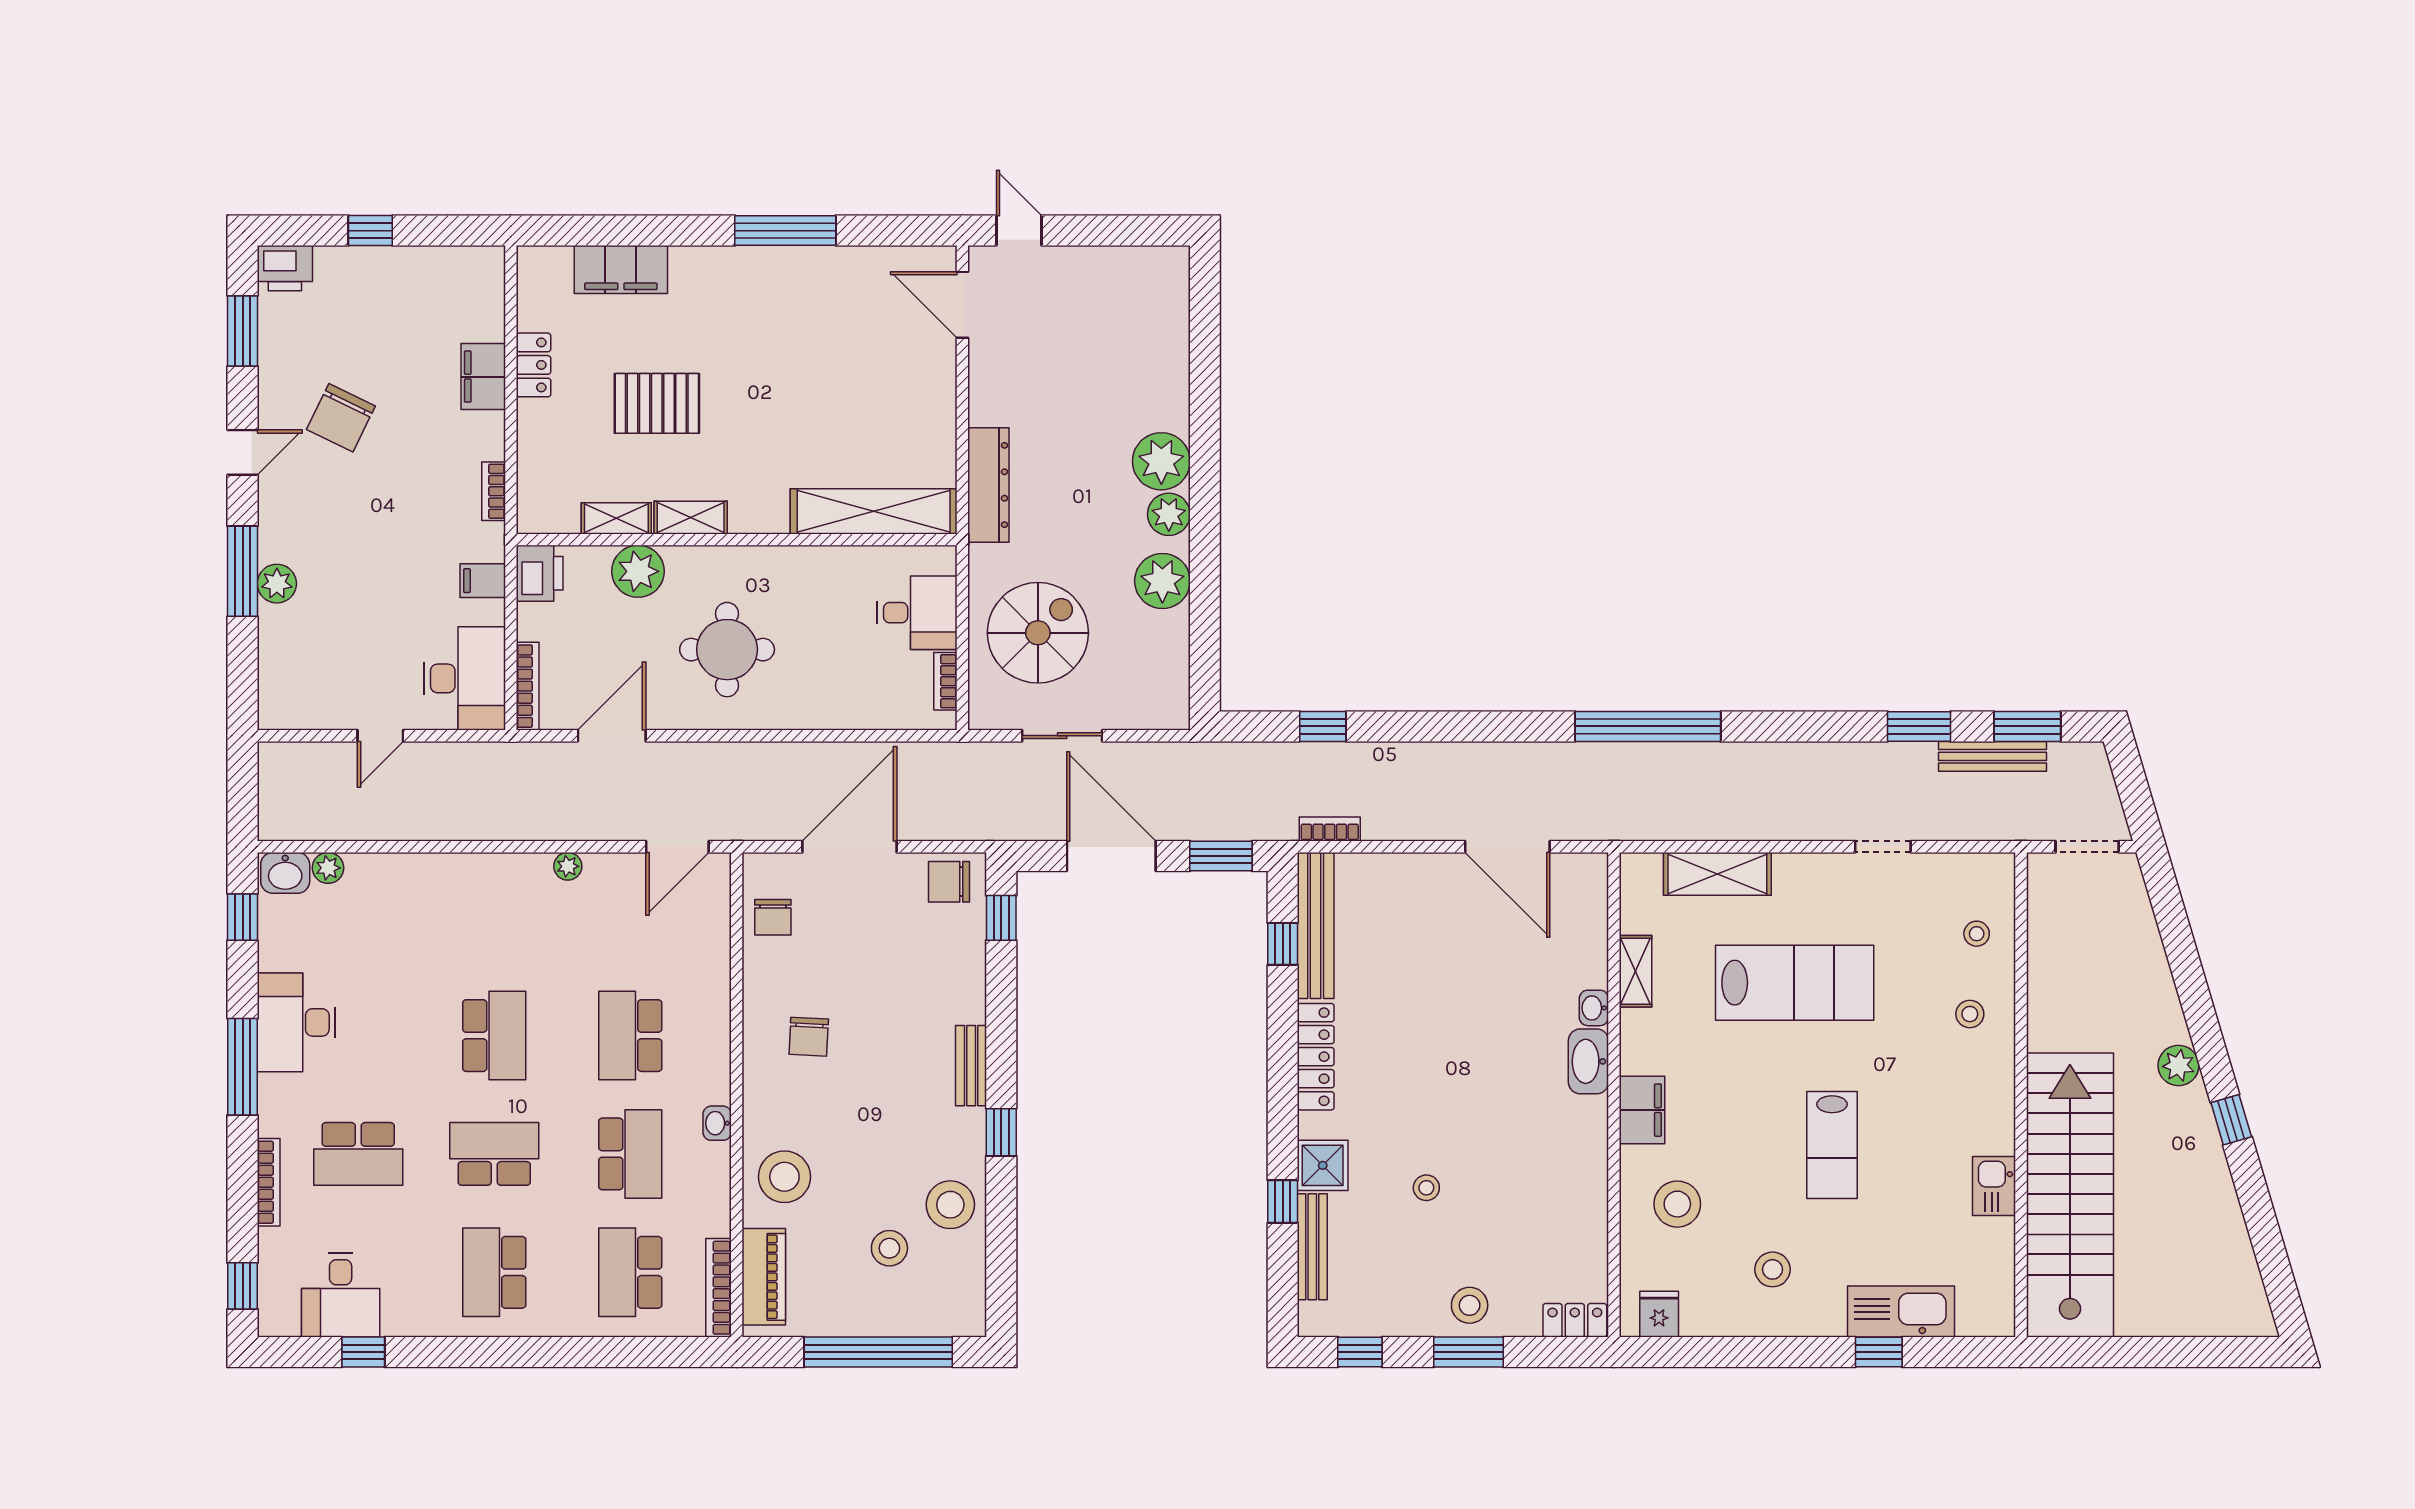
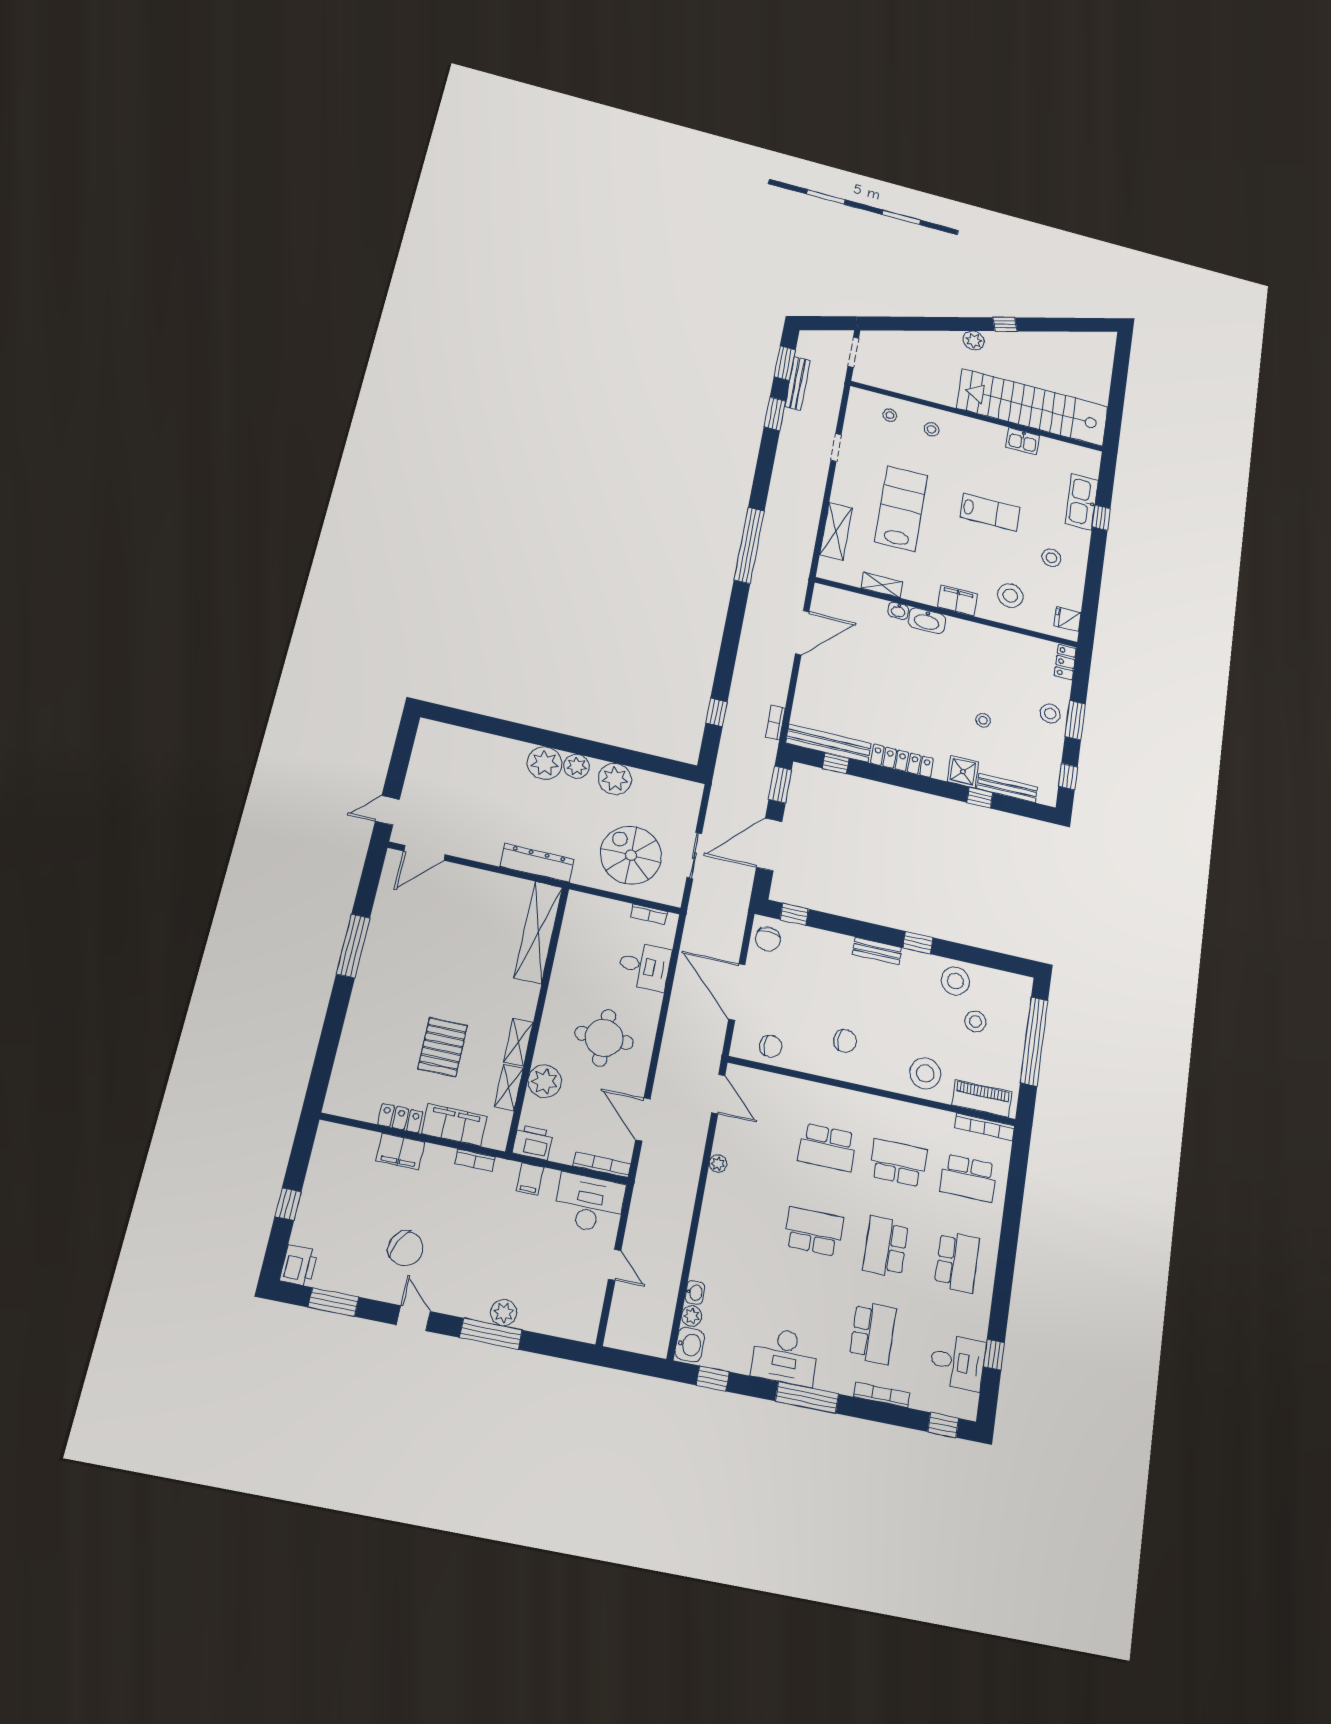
filing cabinet: (621, 269) -> (454, 1125), moved, turned -90
desk: (917, 613) -> (644, 966), moved, turned 90
washbasin: (717, 1123) -> (695, 1293), moved, turned -90
school desk: (494, 1272) -> (957, 1262), turned -90

